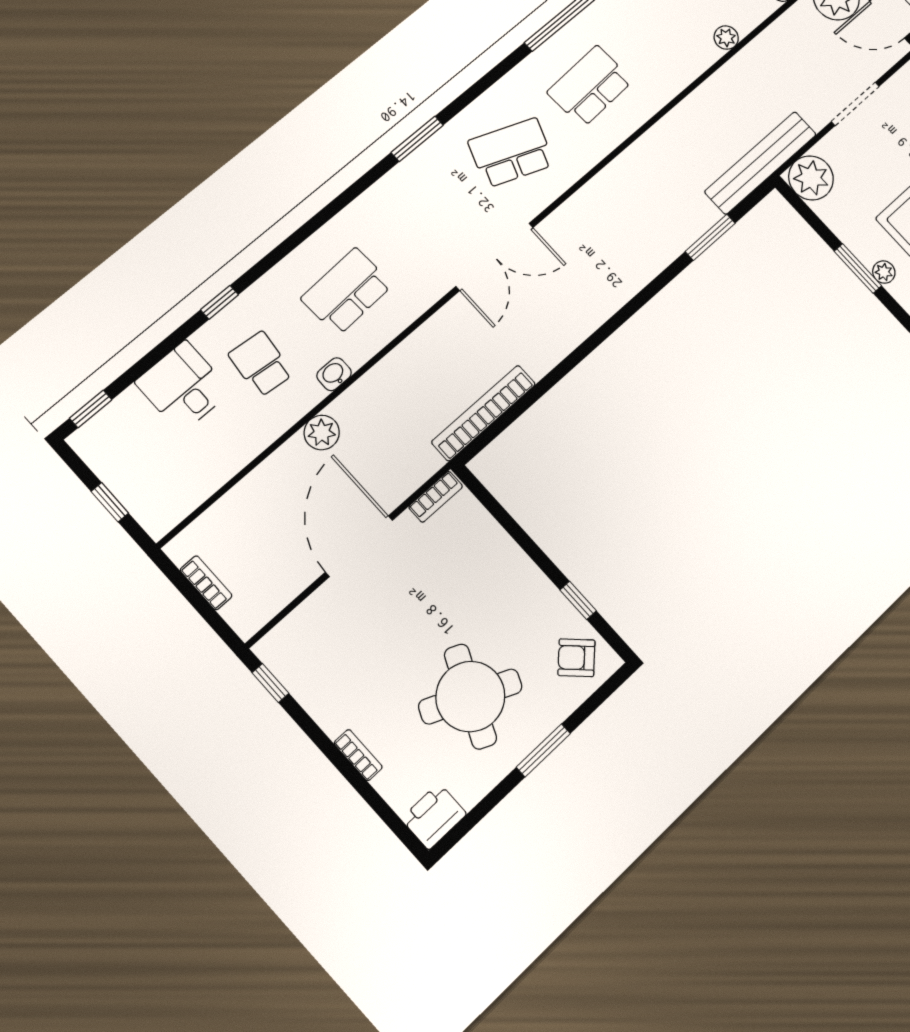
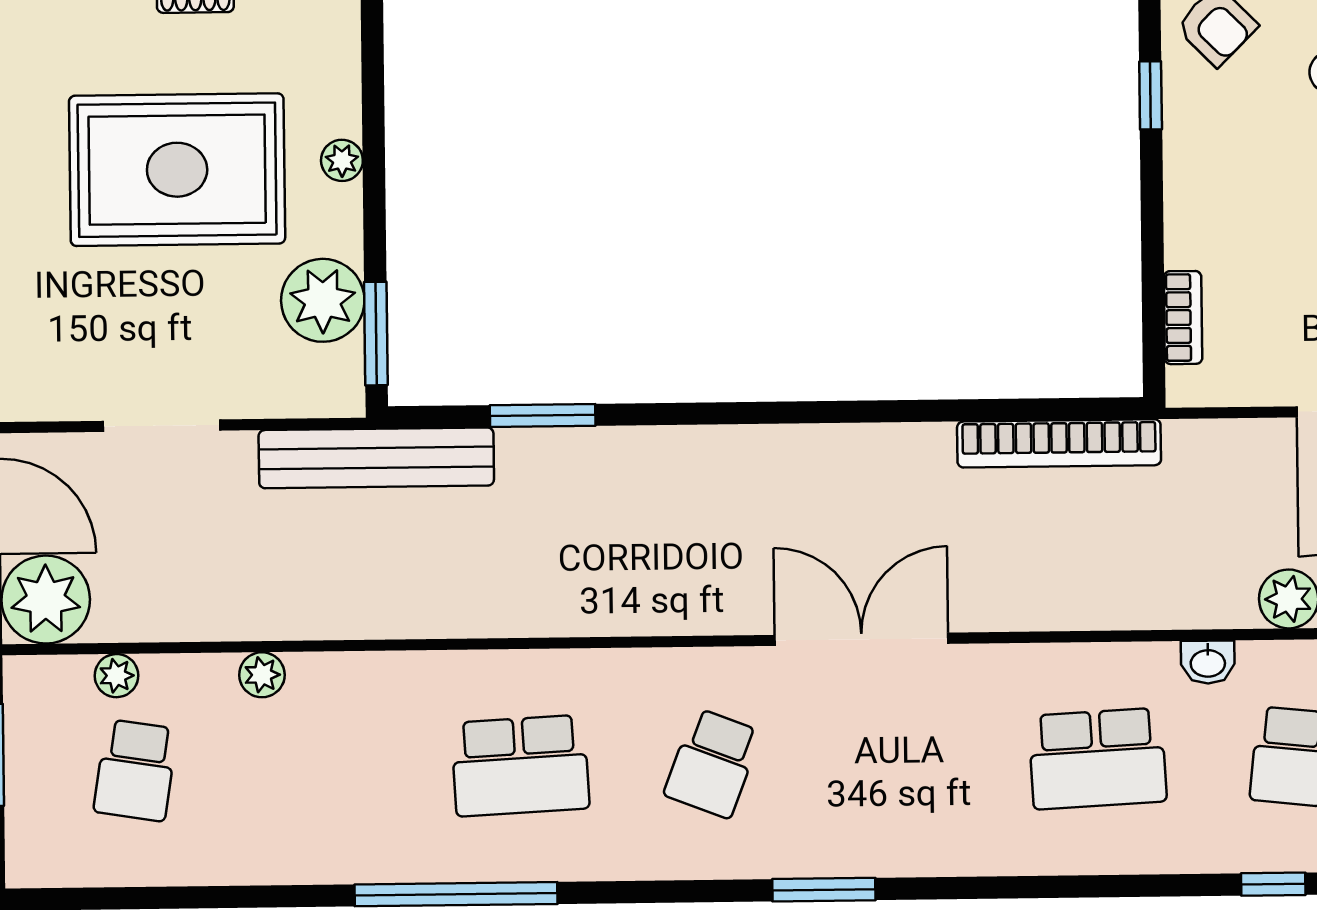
school desk: (511, 153) -> (713, 763), width x0.54
plant: (811, 178) -> (323, 300), moved
window: (858, 268) -> (376, 334), moved
bookcase: (436, 497) -> (1183, 318), moved, turned 90

